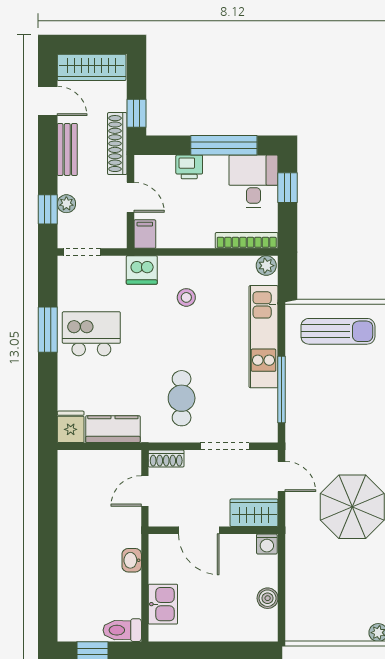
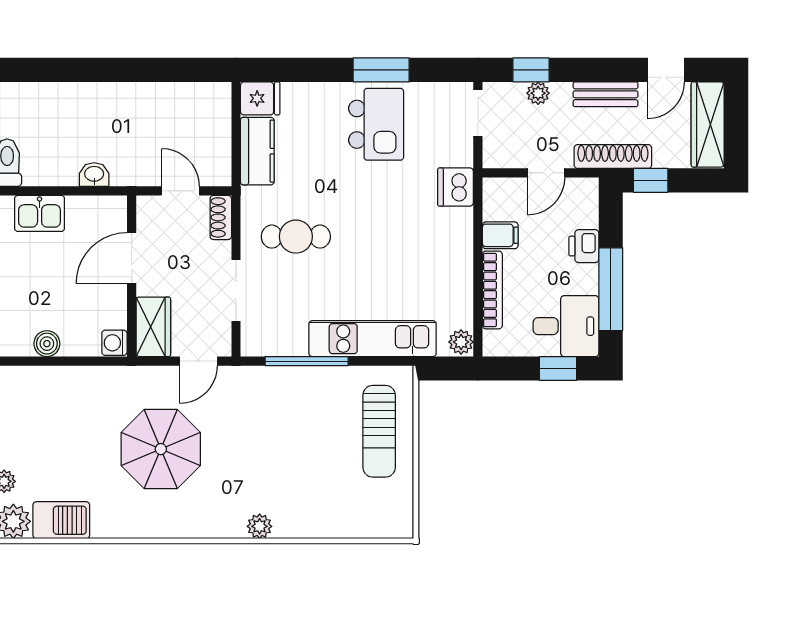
filing cabinet: (145, 234) -> (500, 235), moved
bookcase: (247, 240) -> (492, 290), moved
stool: (186, 297) -> (421, 242), removed

